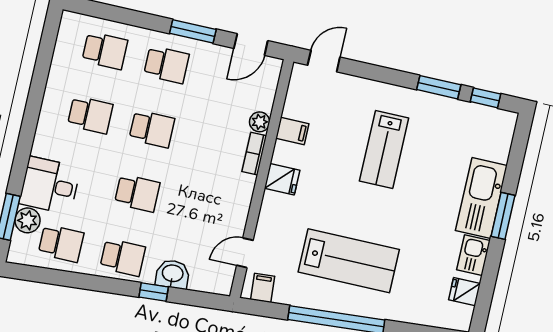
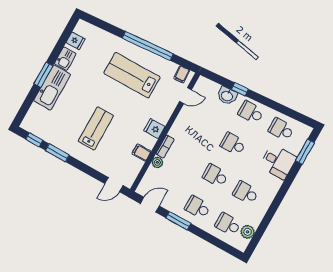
plant: (27, 220) -> (248, 232), moved

